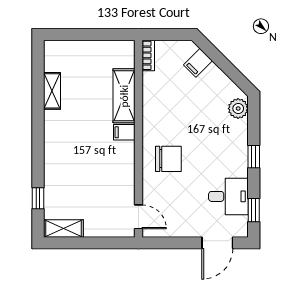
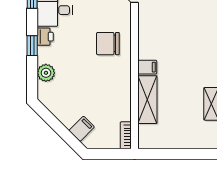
plant: (238, 109) -> (46, 73), moved
printer: (239, 167) -> (45, 37), added

